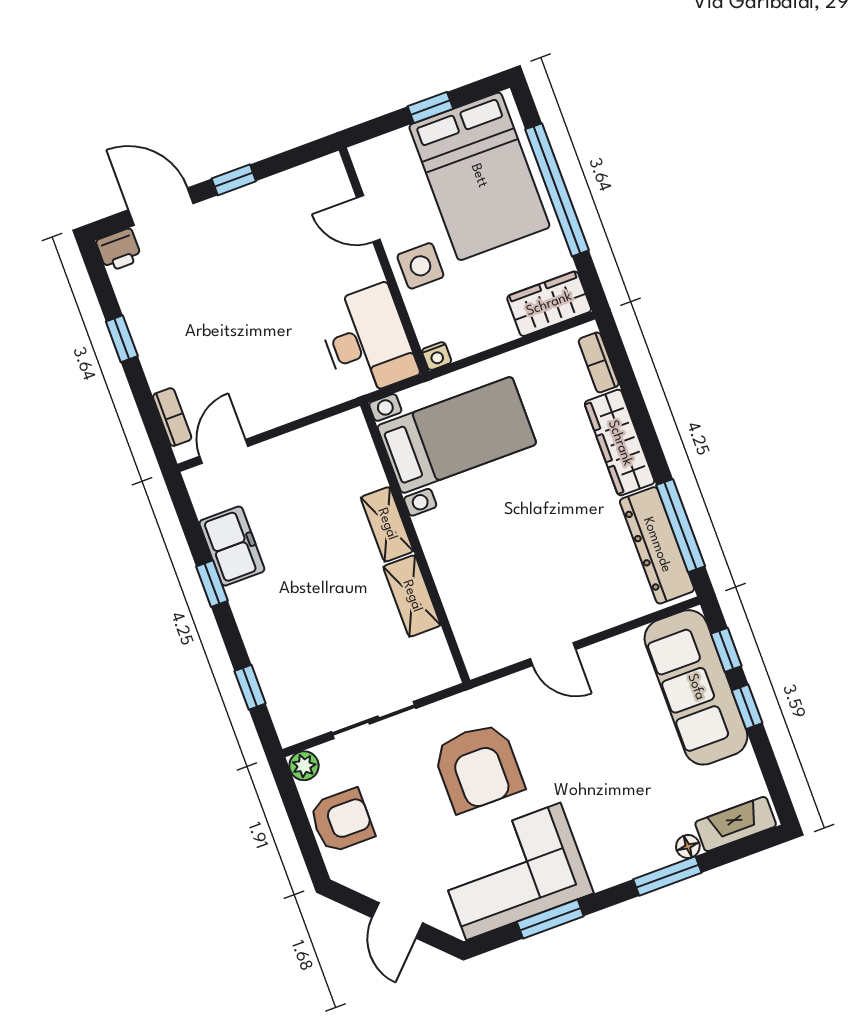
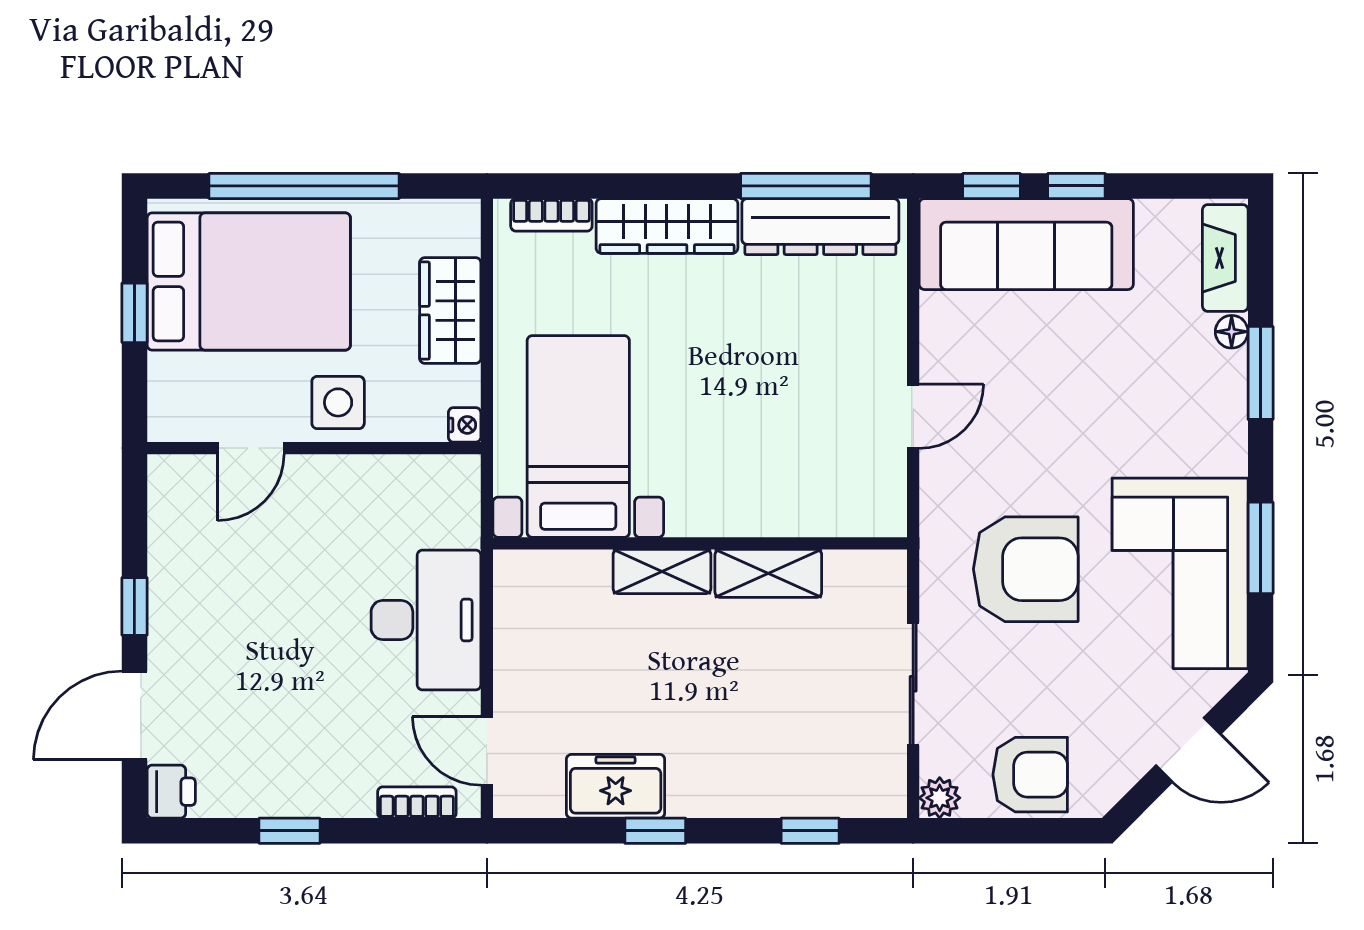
wardrobe: (549, 304) -> (450, 311), moved
desk: (367, 341) -> (426, 620), moved, turned 90
armchair: (342, 821) -> (1030, 775), turned 90

